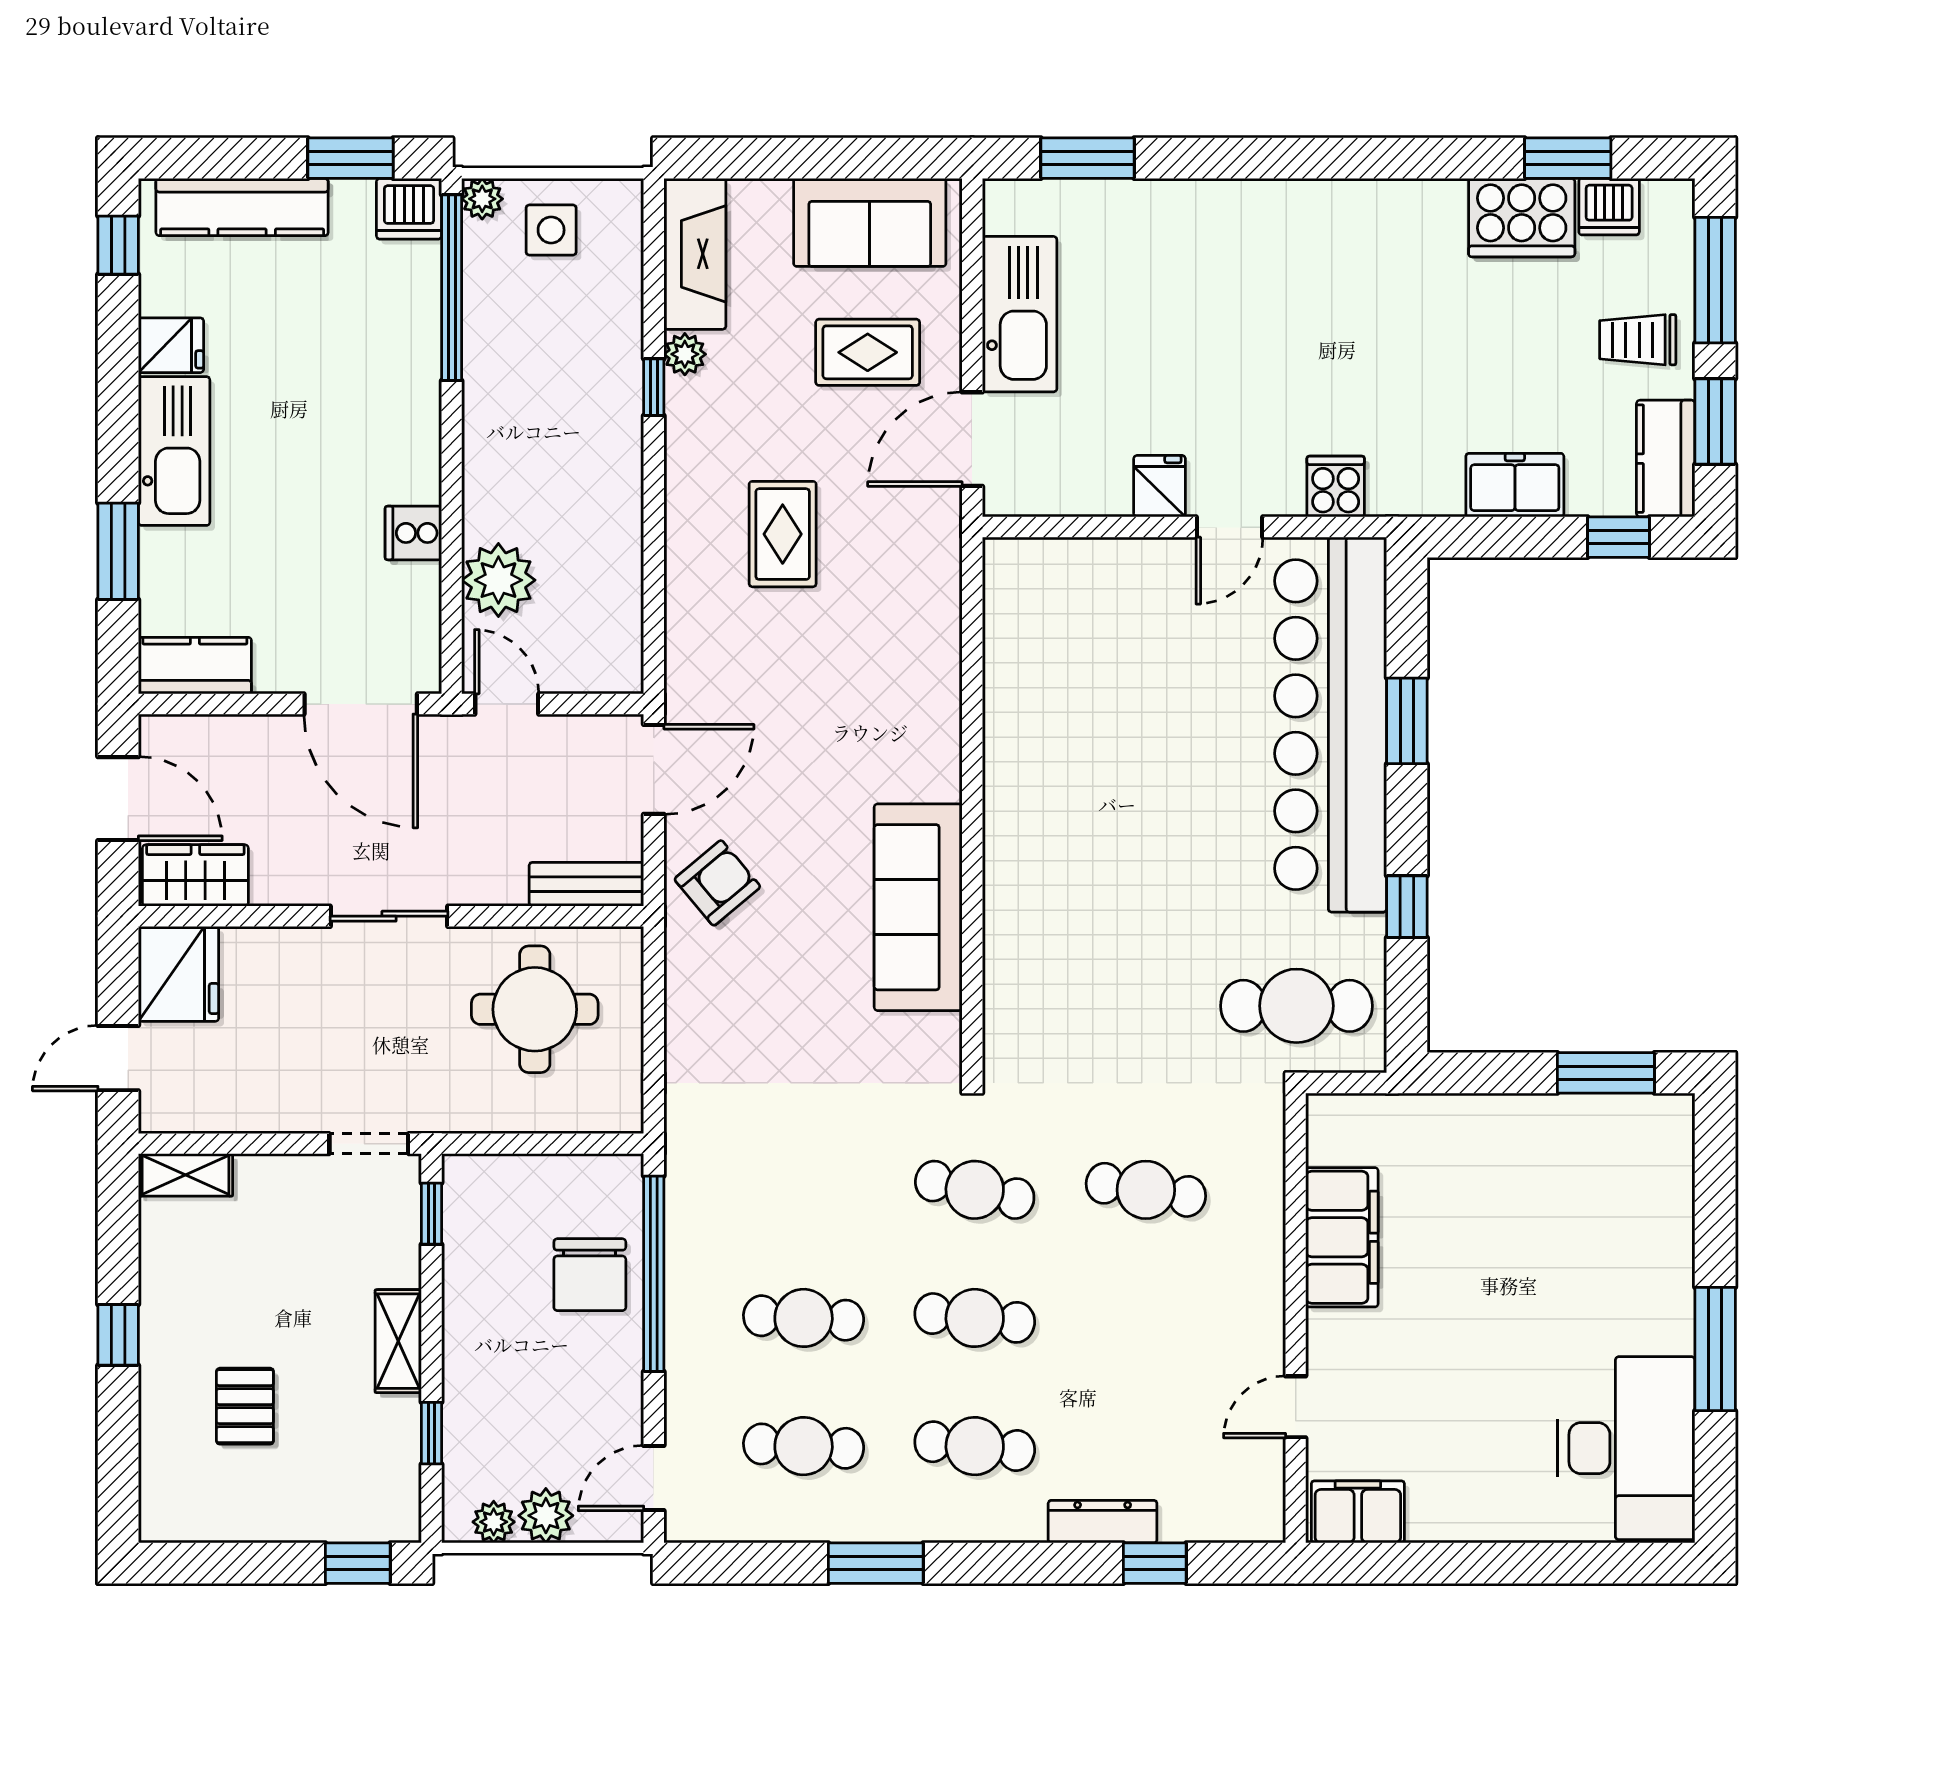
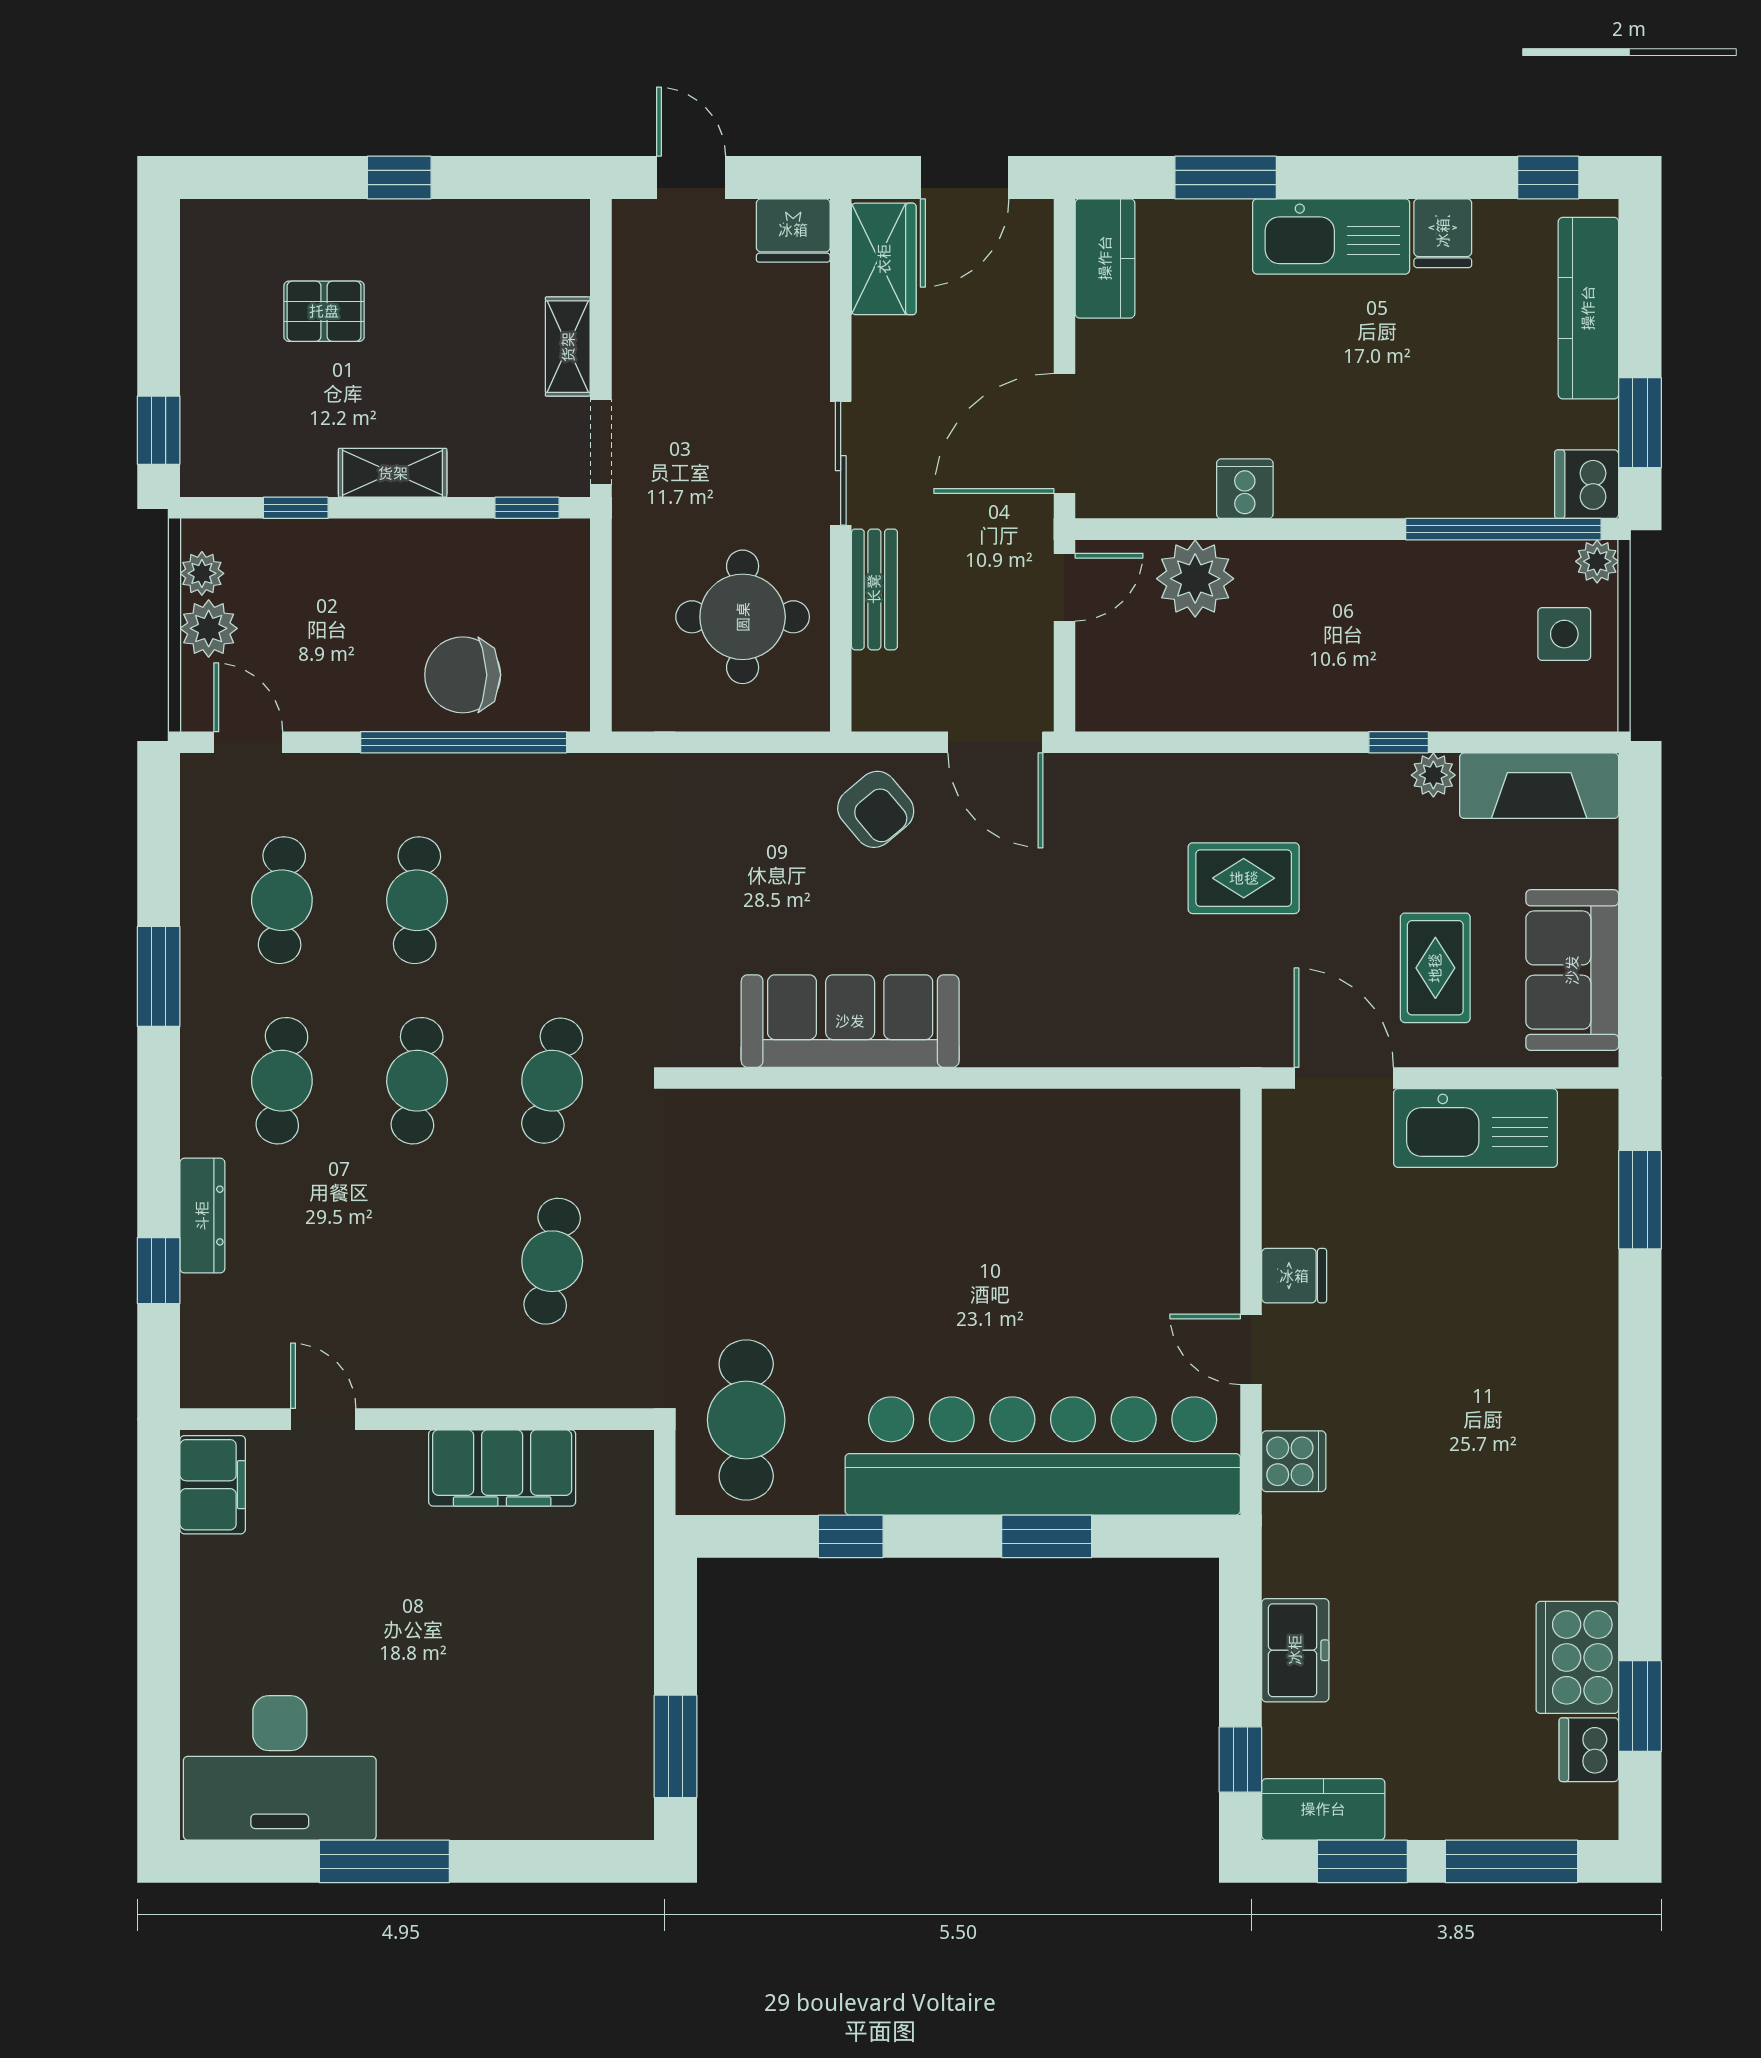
trolley: (1638, 340) -> (1449, 1780), removed
bench: (586, 884) -> (874, 589), moved
fridge: (179, 974) -> (793, 230), width x0.73, depth x0.75
shelving: (185, 1175) -> (568, 347), moved

